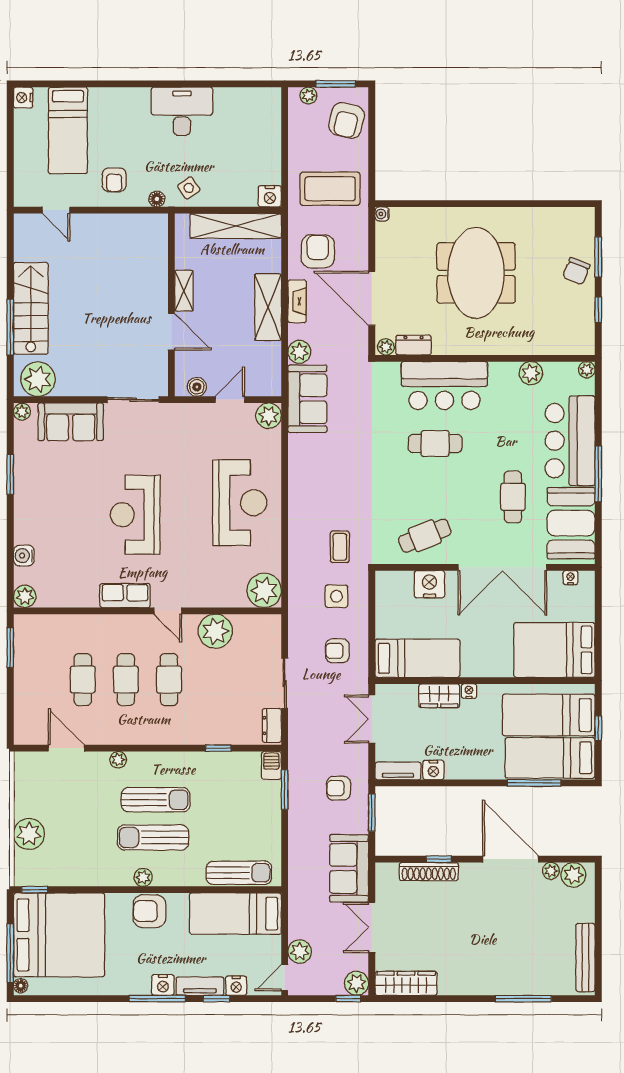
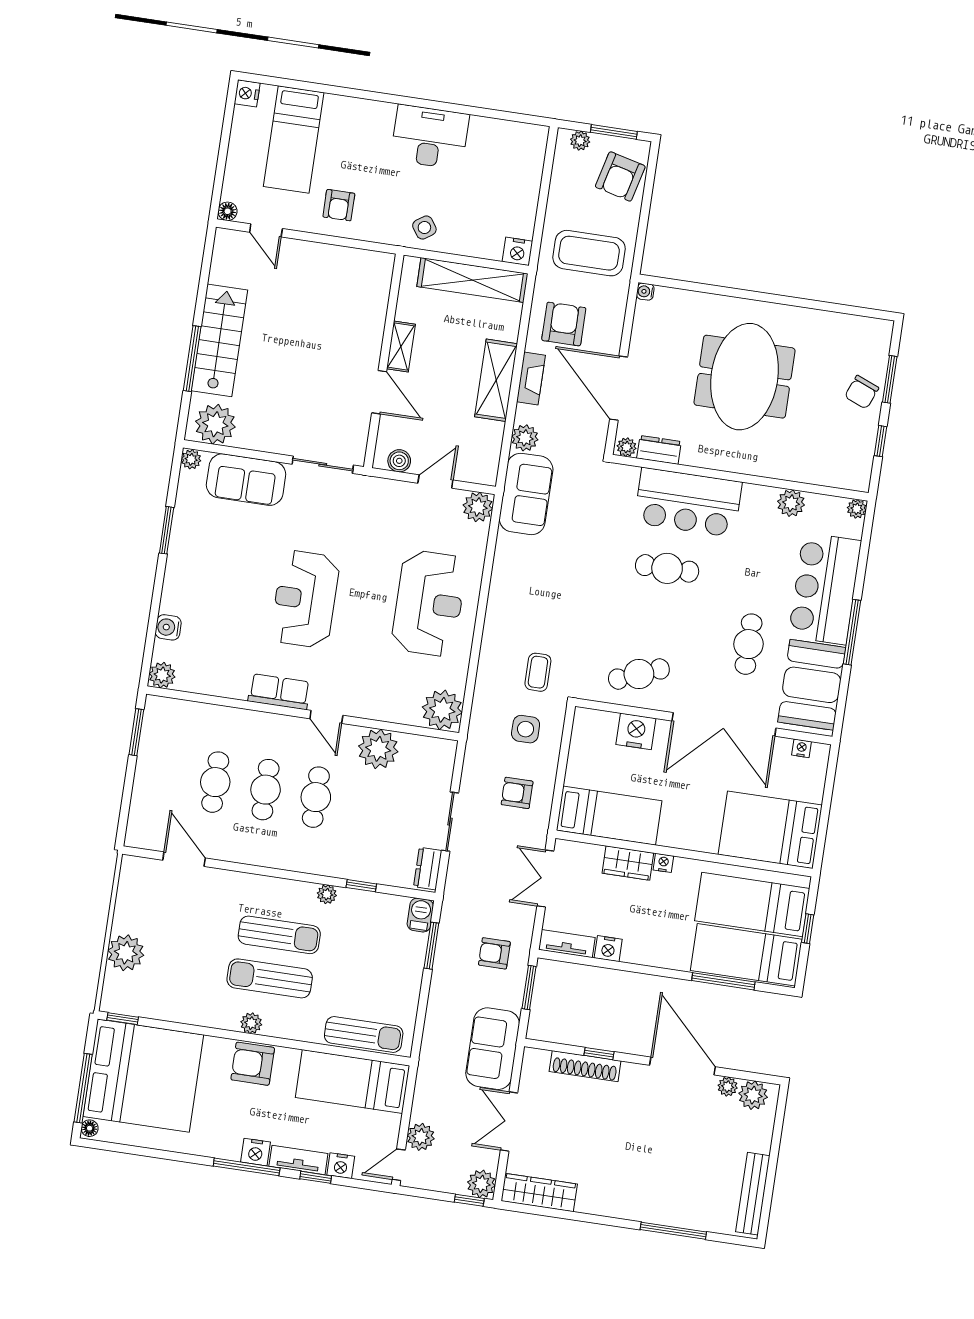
floor lamp: (157, 199) -> (228, 211), moved
plant: (118, 760) -> (327, 894), moved

